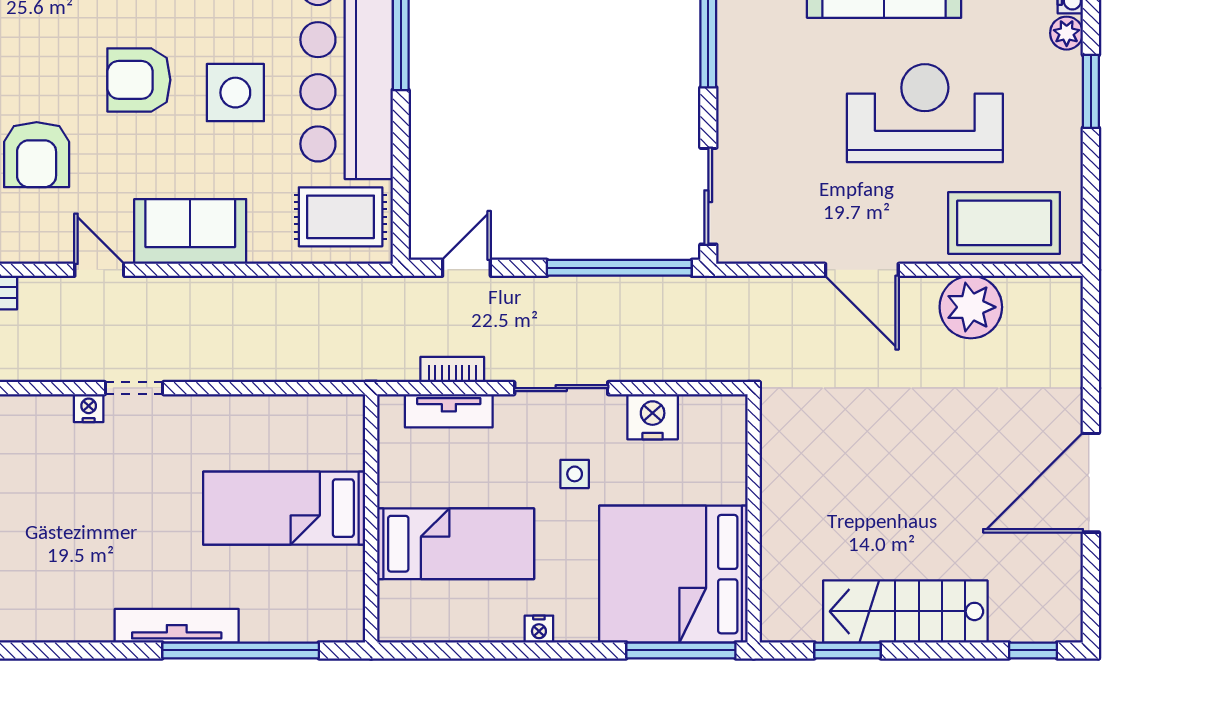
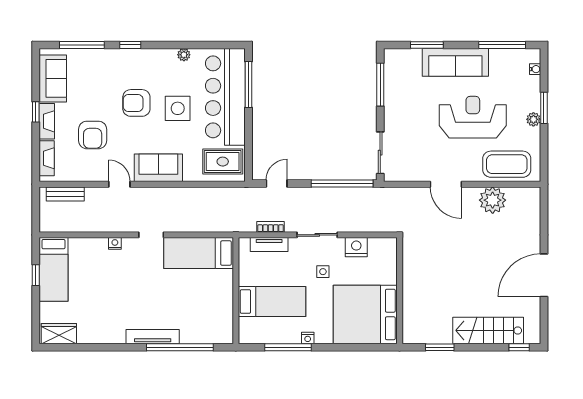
plant: (1067, 33) -> (533, 119), moved
doorway: (134, 388) -> (151, 235), moved
bed: (284, 508) -> (199, 253), moved
stairs: (905, 611) -> (488, 330), moved
window: (681, 650) -> (288, 347), moved

